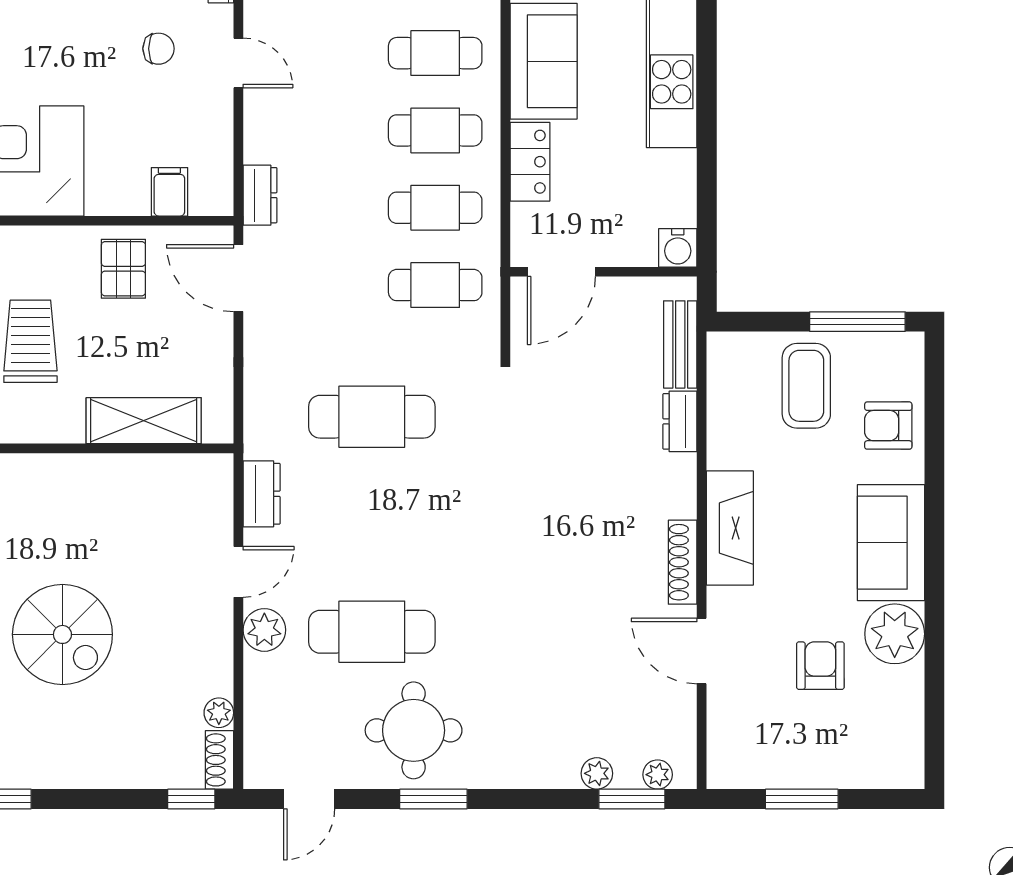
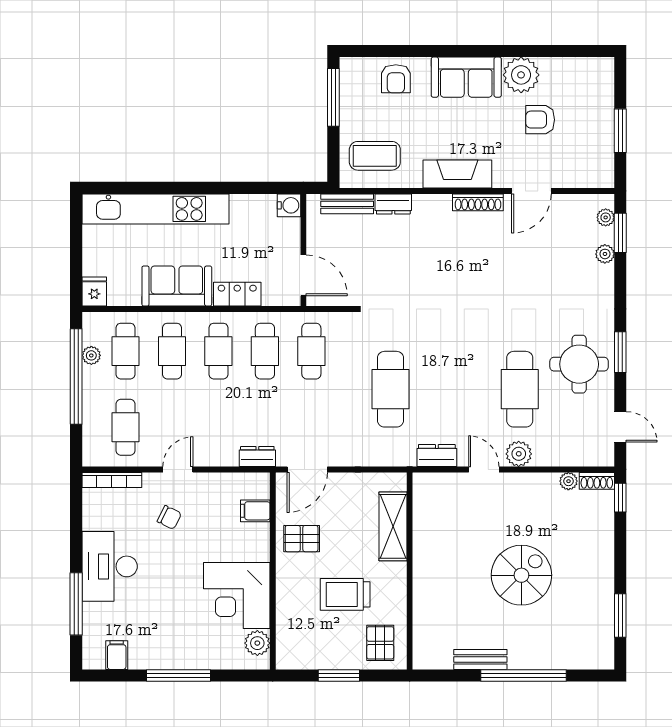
chair: (159, 49) -> (169, 517), turned 116
coffee table: (806, 386) -> (375, 156), moved

